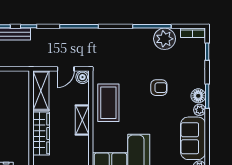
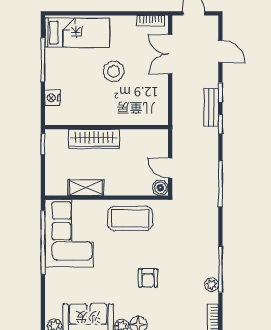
plant: (165, 39) -> (212, 285), width x0.53, depth x0.53
shelving: (41, 91) -> (144, 139), removed
shelving: (82, 120) -> (86, 188), moved

